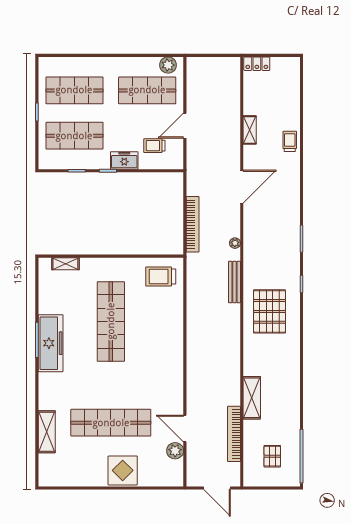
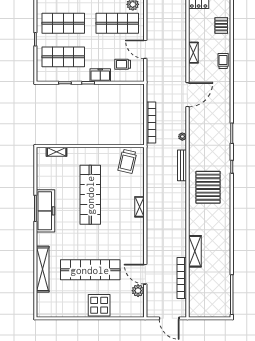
door: (185, 126) -> (145, 49), hinge flipped
trolley: (161, 276) -> (127, 161), turned -77
shelving: (177, 338) -> (140, 207), added
shelving: (47, 432) -> (43, 269), width x1.47
pallet: (272, 456) -> (221, 26), moved

